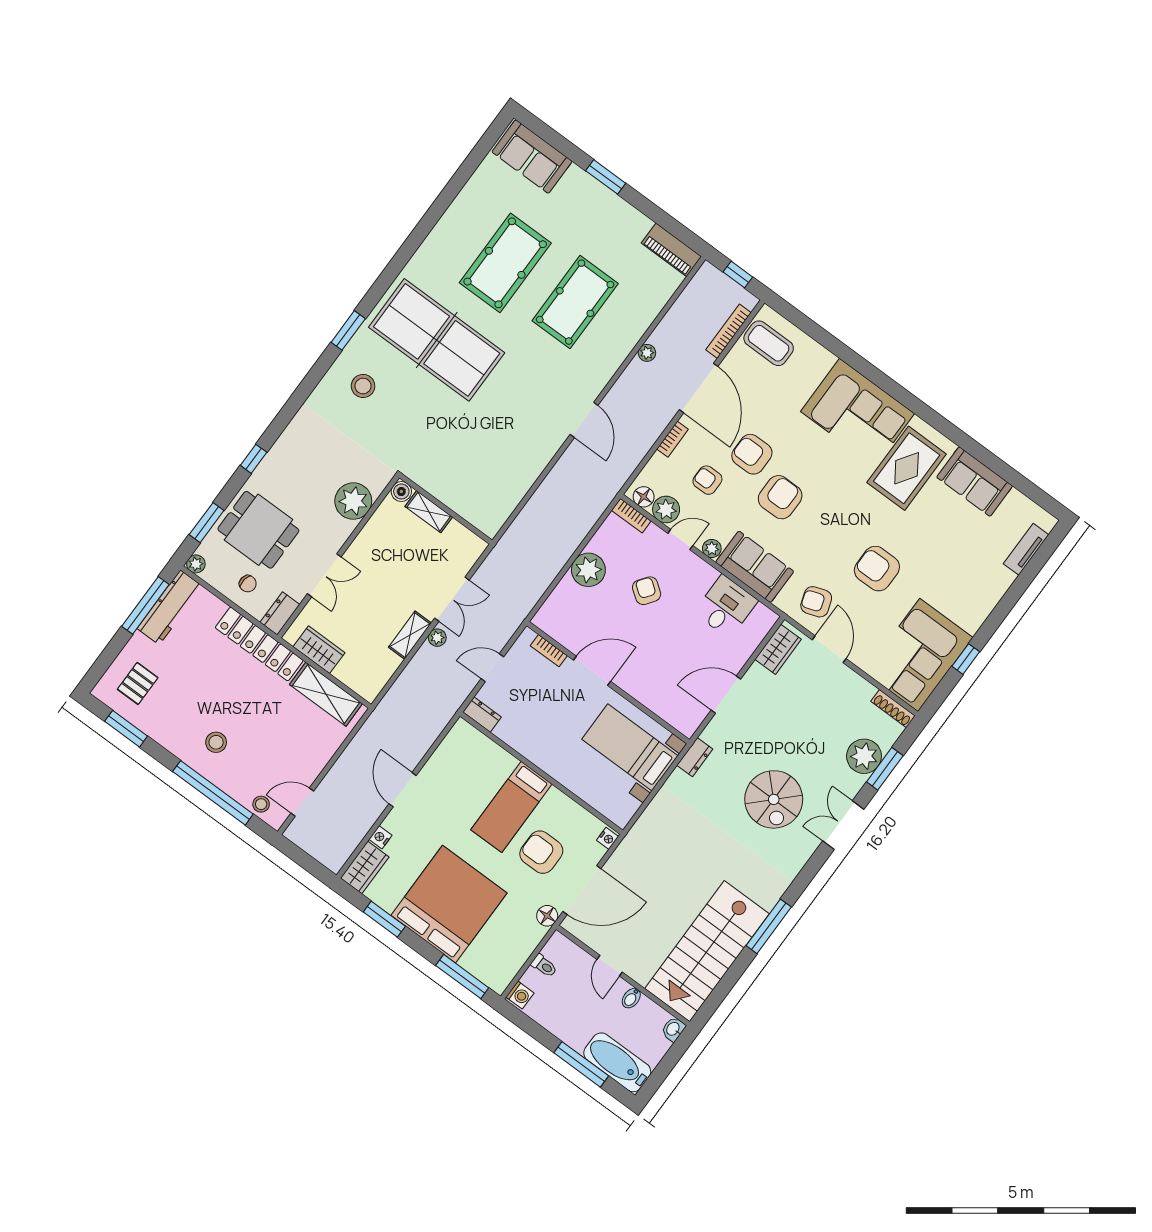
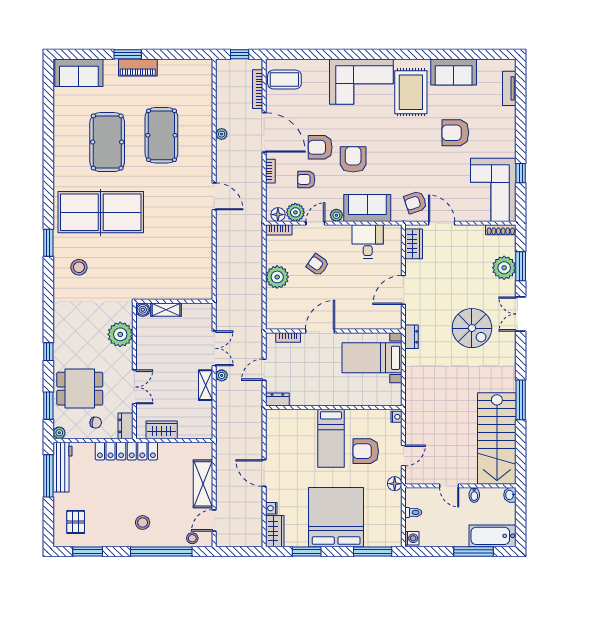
piano: (671, 250) -> (138, 68), moved
armchair: (877, 569) -> (455, 133), moved
shelving: (326, 694) -> (203, 484), moved, turned 90
door: (582, 890) -> (403, 455), width x0.53

